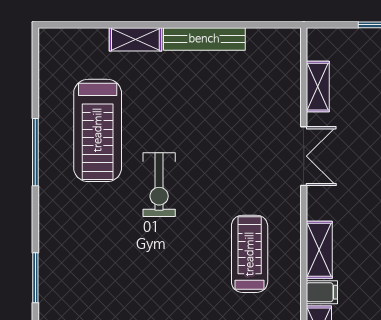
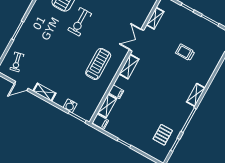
double door: (304, 156) -> (136, 40), swing flipped
shelving: (319, 250) -> (129, 67), moved

